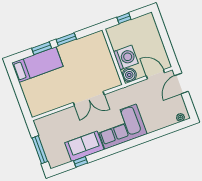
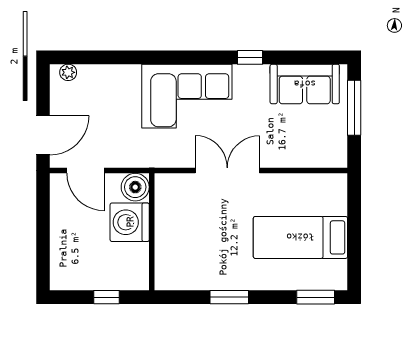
window: (42, 48) -> (316, 297), moved
bed: (37, 65) -> (300, 237), moved
sofa: (84, 146) -> (305, 84), moved
window: (81, 162) -> (250, 57), moved

